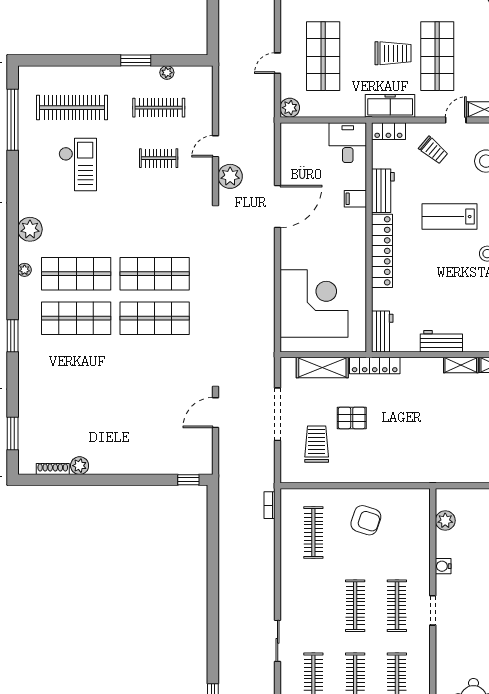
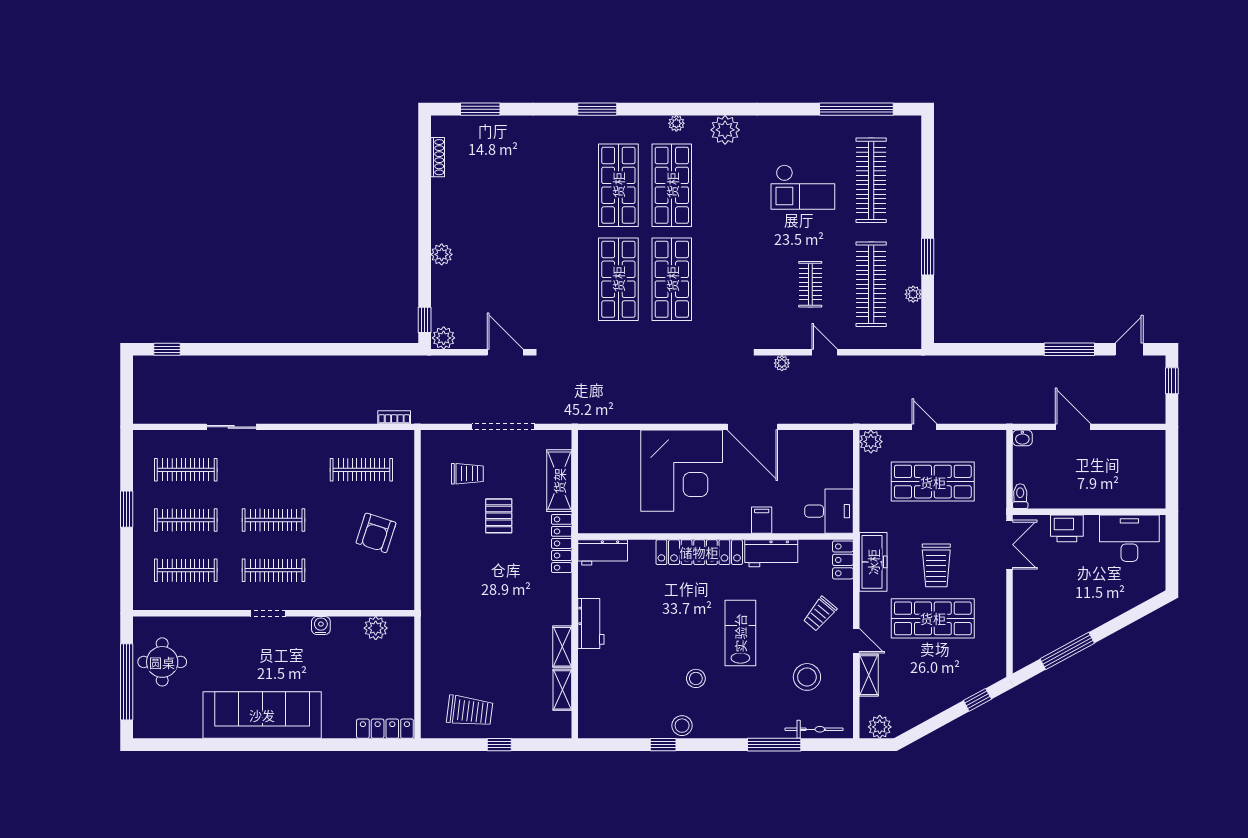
clothes rail: (159, 108) -> (871, 284), width x1.37, depth x1.31
plant: (230, 176) -> (782, 363), width x0.53, depth x0.53
corner desk: (314, 304) -> (682, 471), moved
trolley: (317, 444) -> (467, 474), width x0.73, depth x0.72
plant: (203, 464) -> (444, 338), added
plant: (80, 466) -> (442, 254), moved

